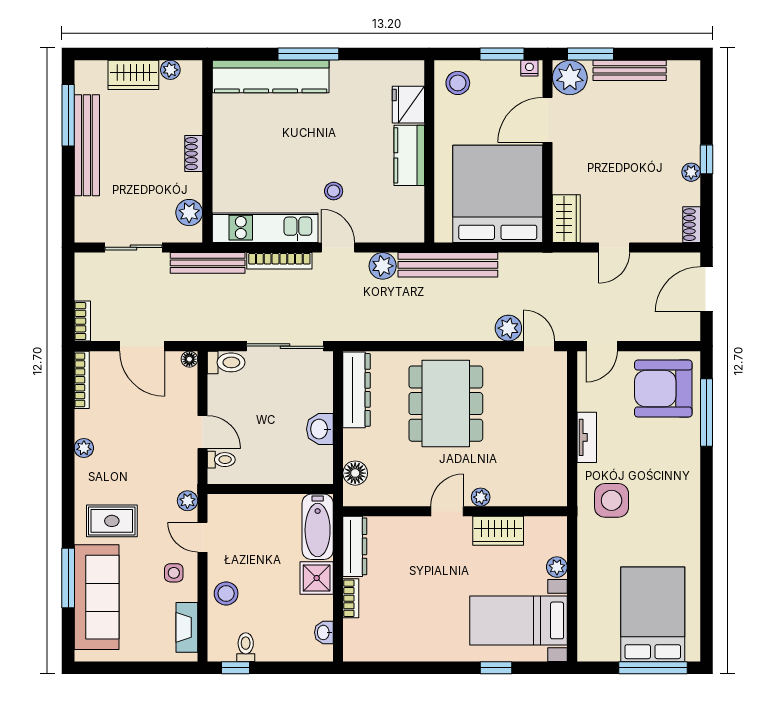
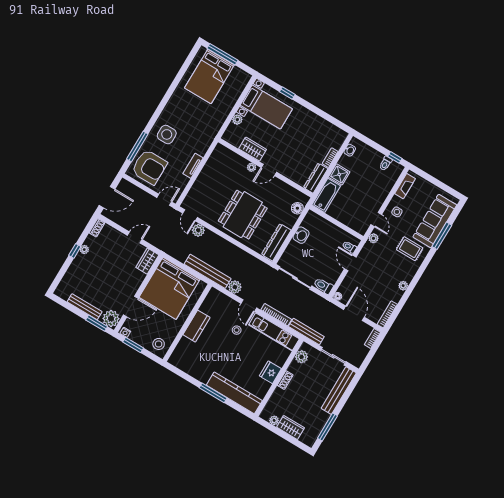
fridge: (408, 105) -> (270, 372), moved, turned 180
bench: (87, 145) -> (339, 391), moved
side table: (612, 500) -> (167, 134), moved
stool: (226, 593) -> (380, 190), removed

